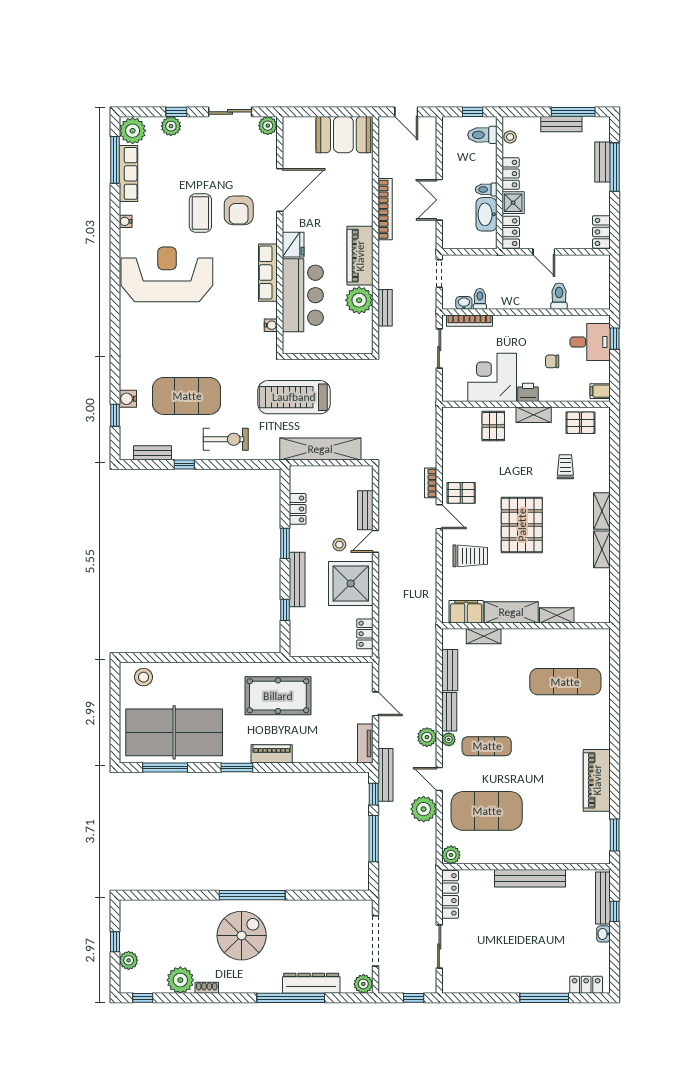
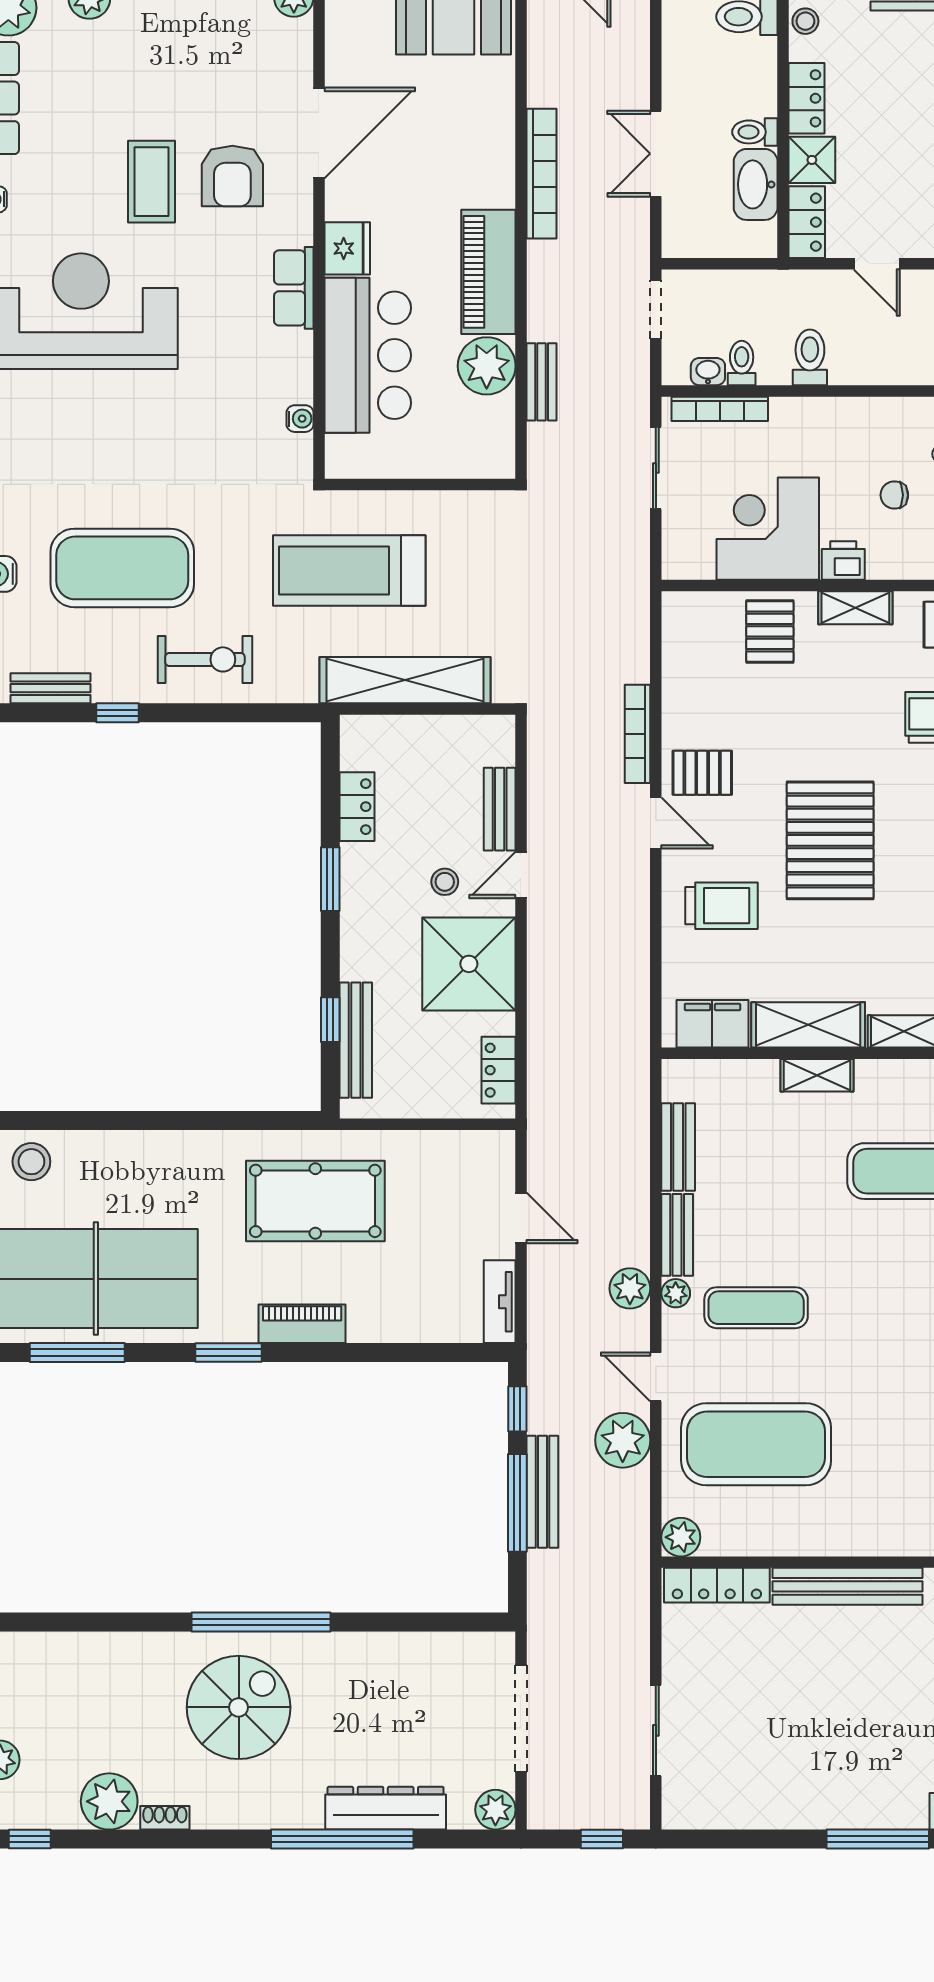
row of seats: (268, 273) -> (294, 288), width x0.68
toilet: (559, 296) -> (810, 357), moved
bookcase: (431, 483) -> (638, 734), width x1.56
bench: (297, 580) -> (356, 1040), moved
shelving: (484, 636) -> (817, 1075), moved
bench: (386, 775) -> (542, 1492), moved
locker: (450, 894) -> (717, 1585), moved, turned 90

